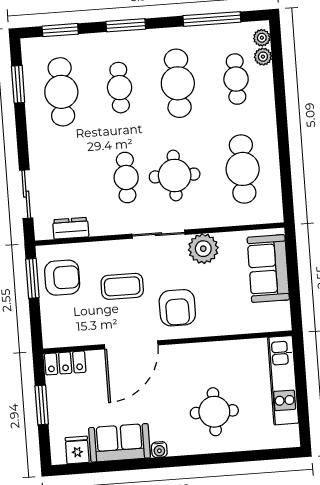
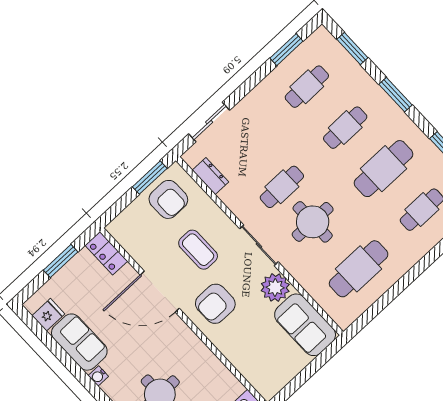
cafe table: (61, 92) -> (307, 87), width x0.73, depth x0.74
sofa: (268, 269) -> (305, 325), moved, turned -90

